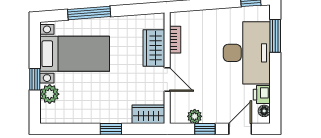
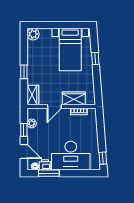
window: (89, 13) -> (95, 58), width x0.46
window: (275, 36) -> (49, 173), moved
window: (35, 79) -> (55, 25), removed
plant: (50, 94) -> (33, 34), moved

